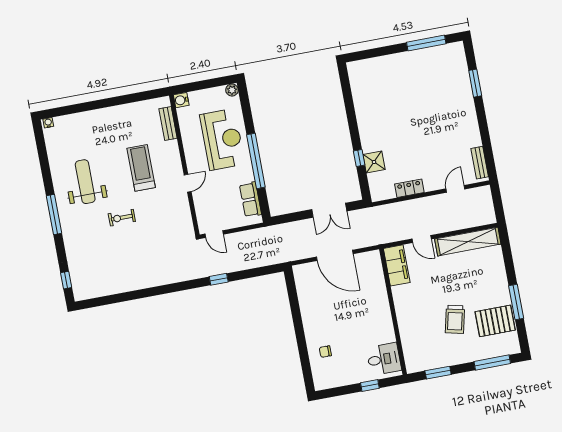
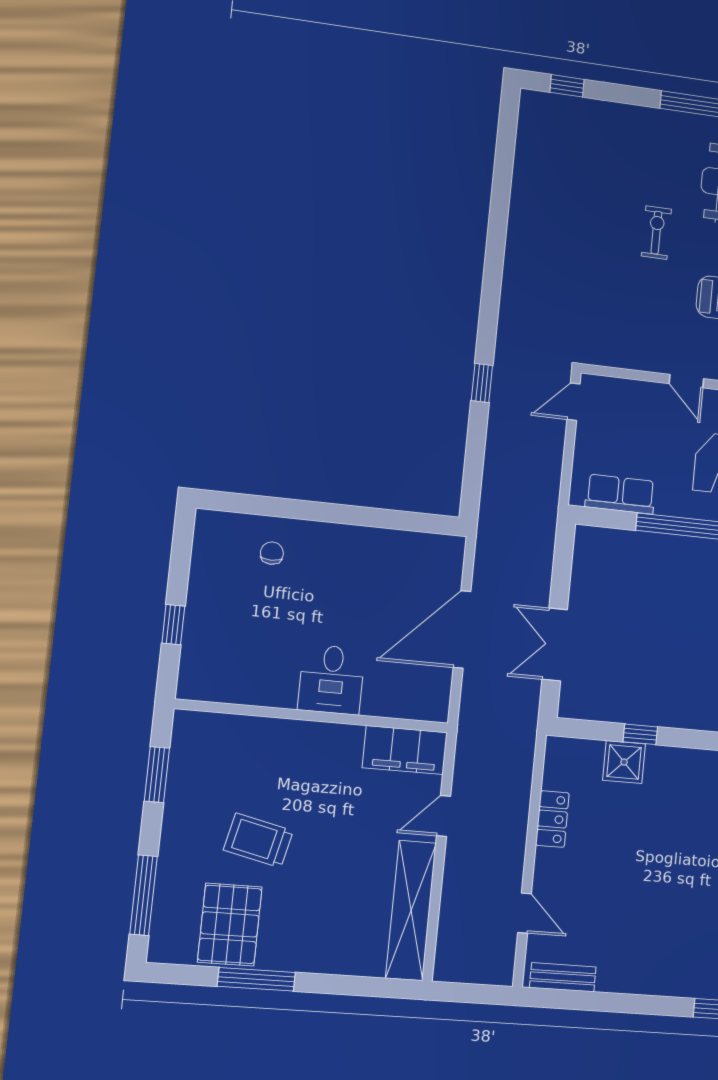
desk: (384, 359) -> (331, 679), moved

